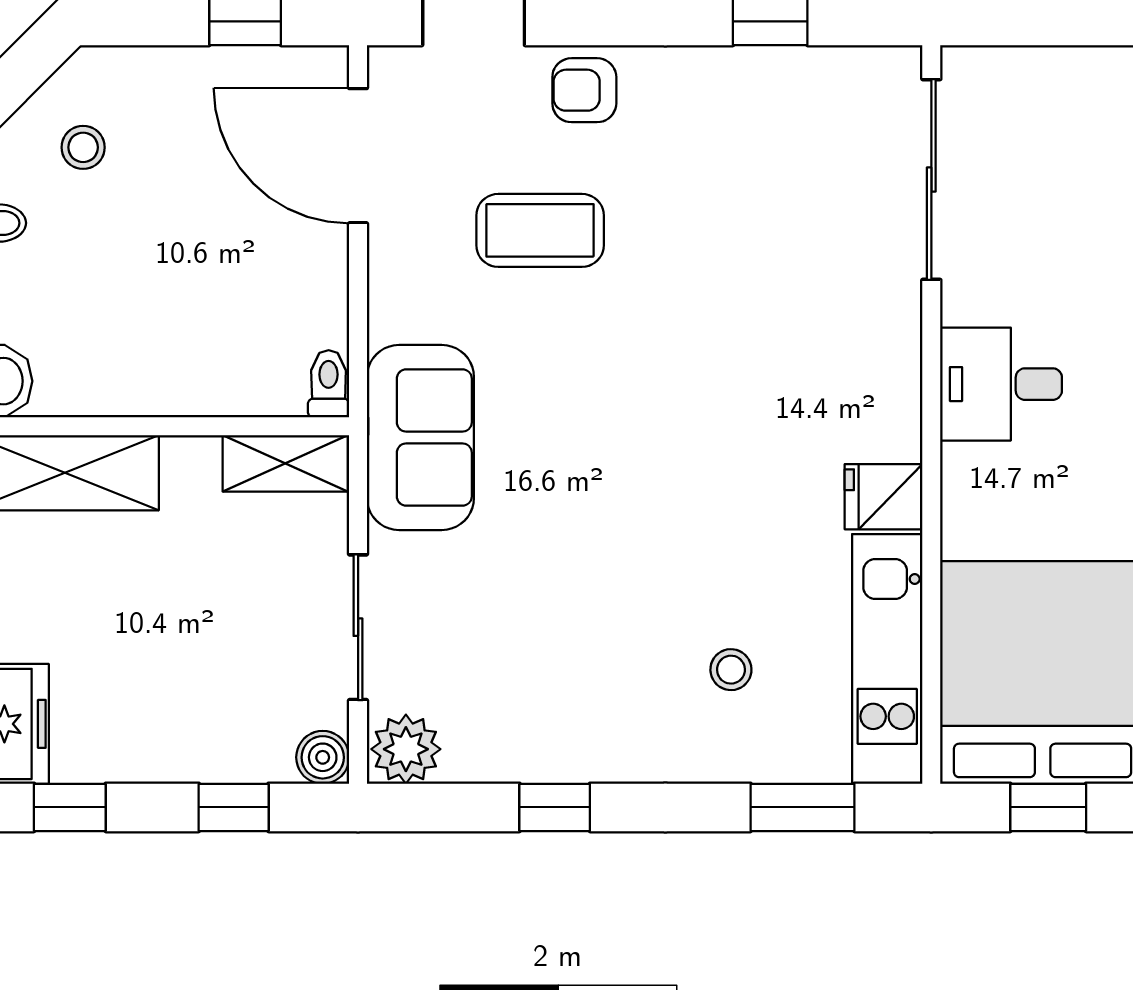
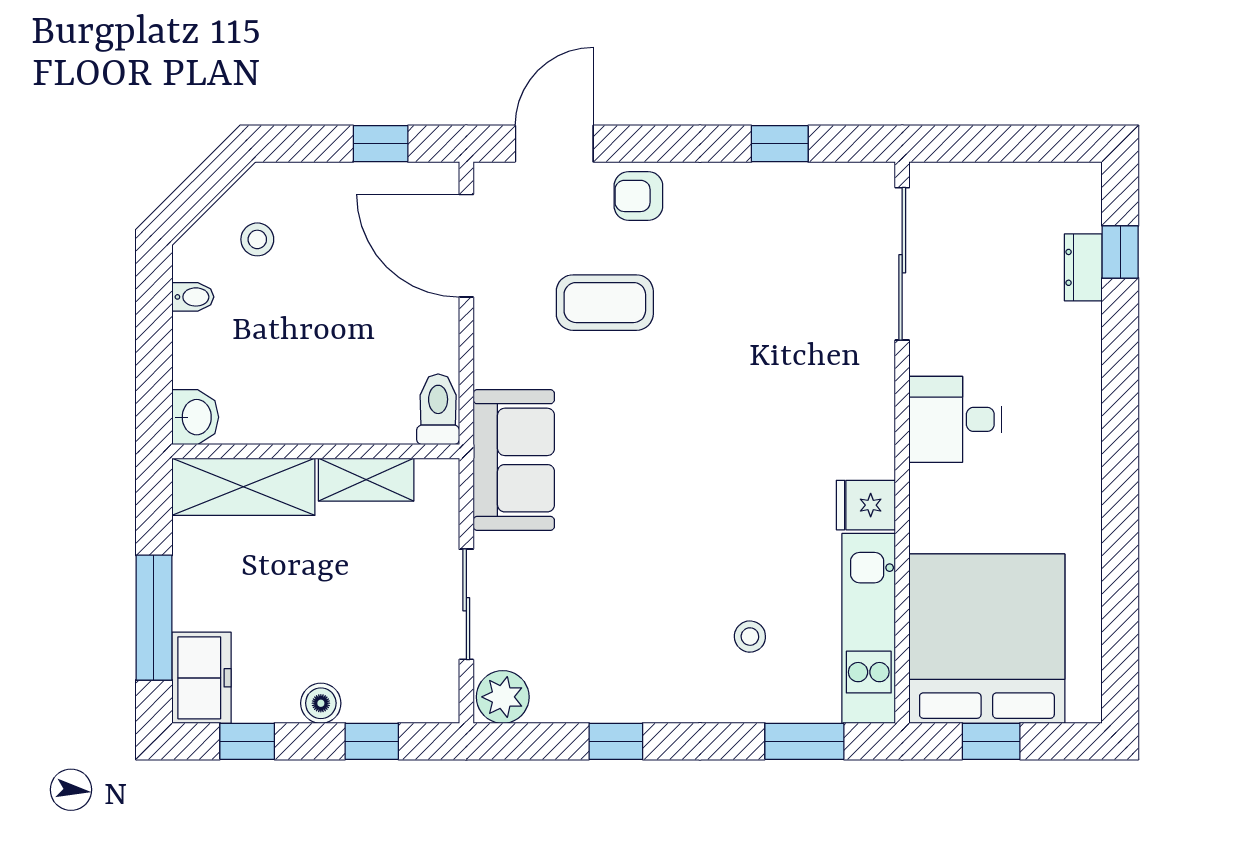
toilet: (329, 384) -> (438, 409), width x1.37, depth x1.39
shelving: (285, 463) -> (366, 480), moved
boiler: (323, 757) -> (321, 703), moved

